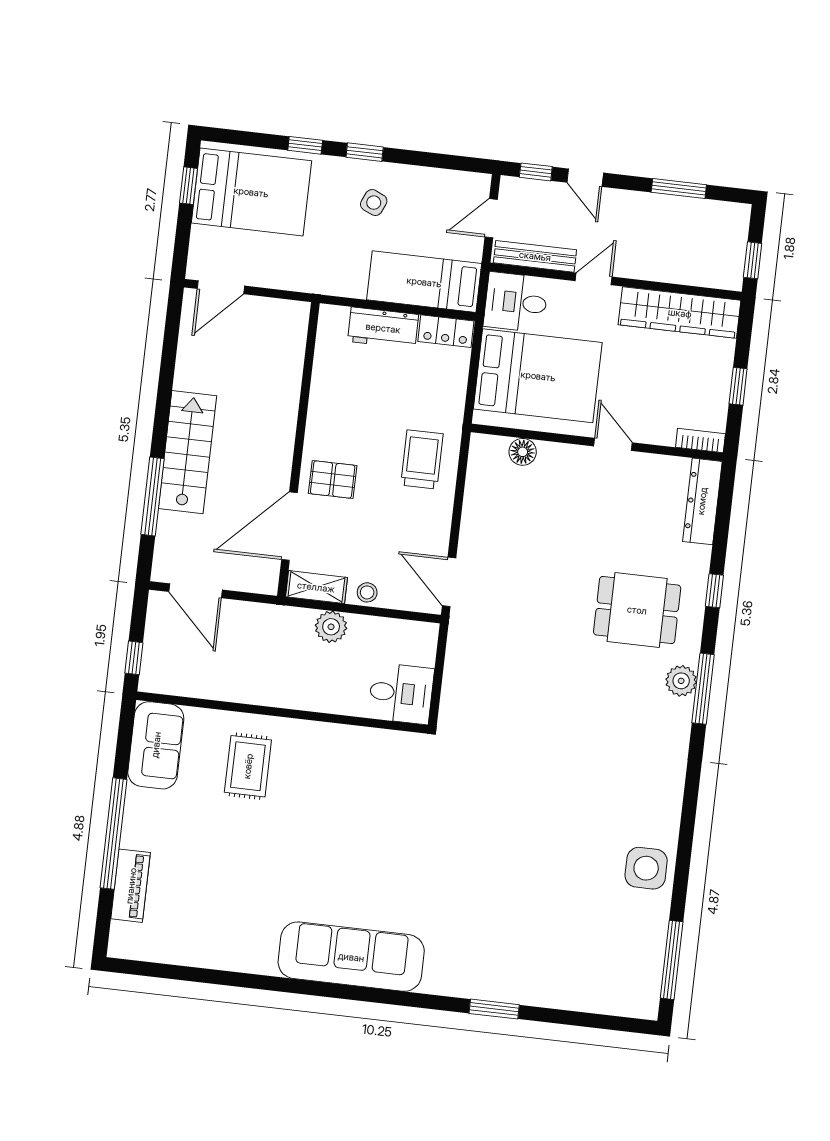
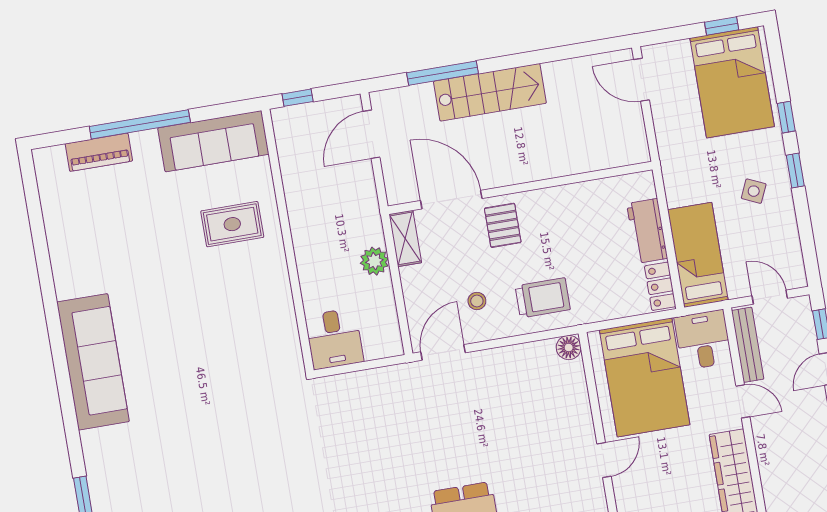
floor lamp: (523, 452) -> (569, 347), moved
stool: (367, 592) -> (477, 301), moved
sofa: (156, 745) -> (213, 141), width x1.36

